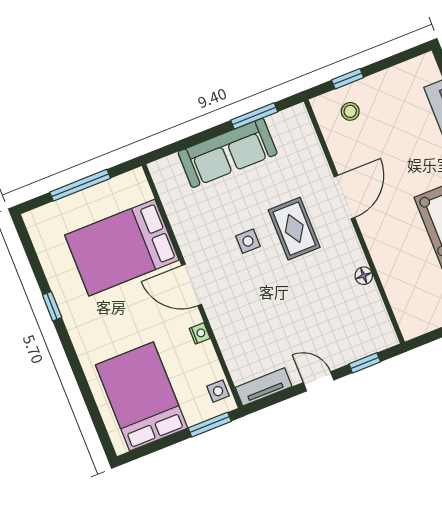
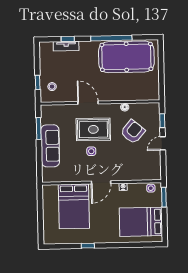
window: (80, 185) -> (40, 214), removed
rug: (294, 229) -> (93, 129), width x1.36, depth x1.43
armchair: (320, 311) -> (133, 132), added
tv unit: (264, 387) -> (156, 168), removed

